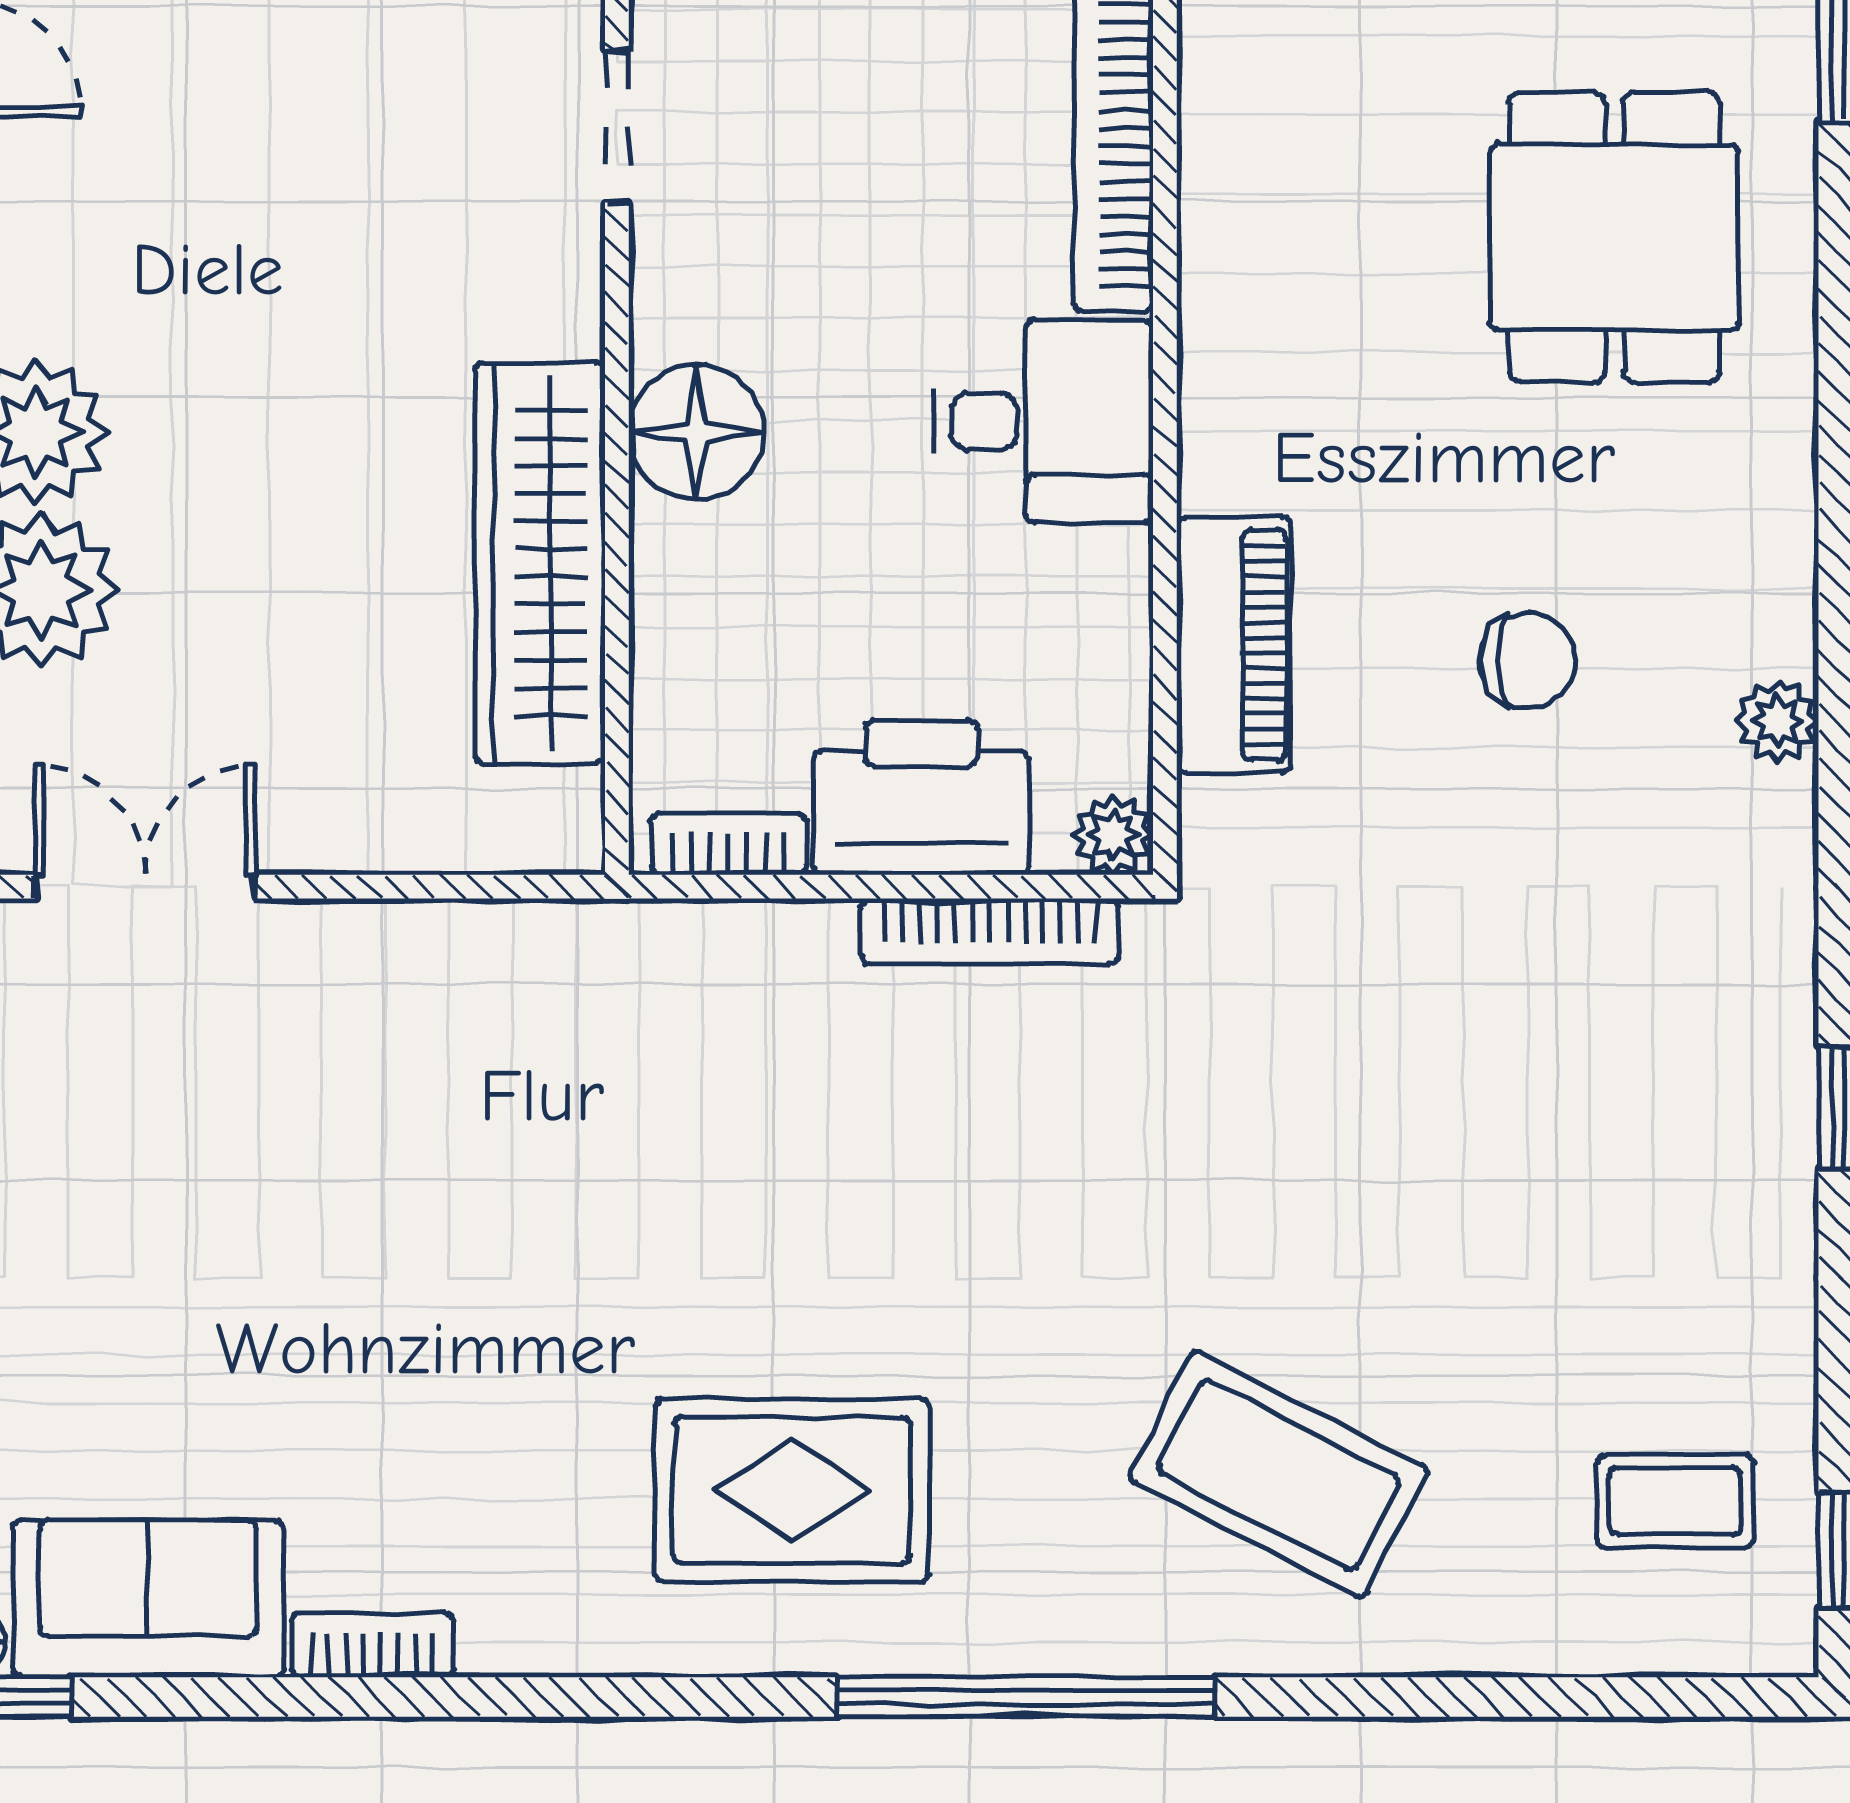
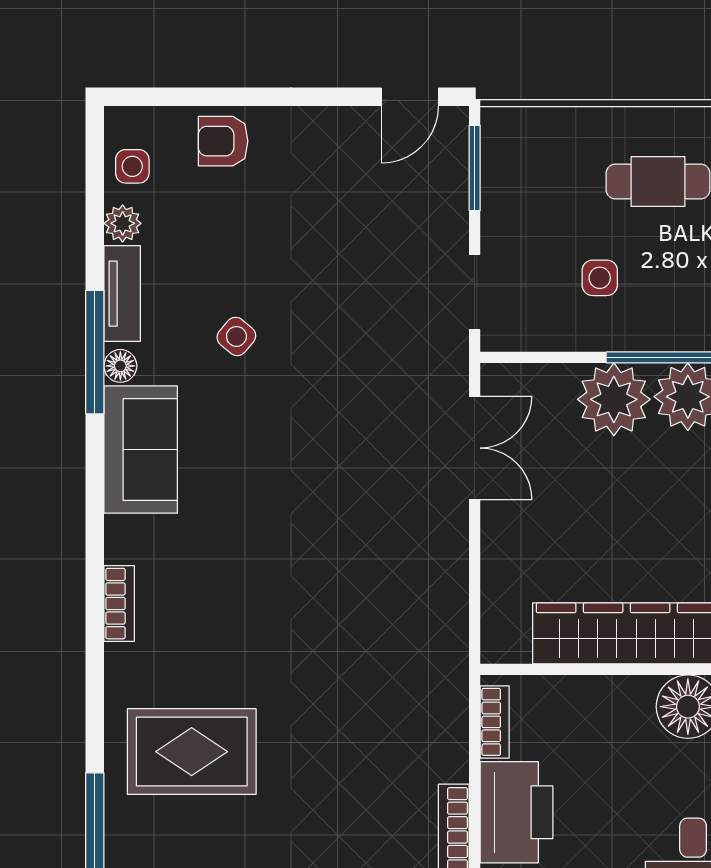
rug: (792, 1490) -> (192, 752), turned 90
bookcase: (372, 1645) -> (119, 604), moved

